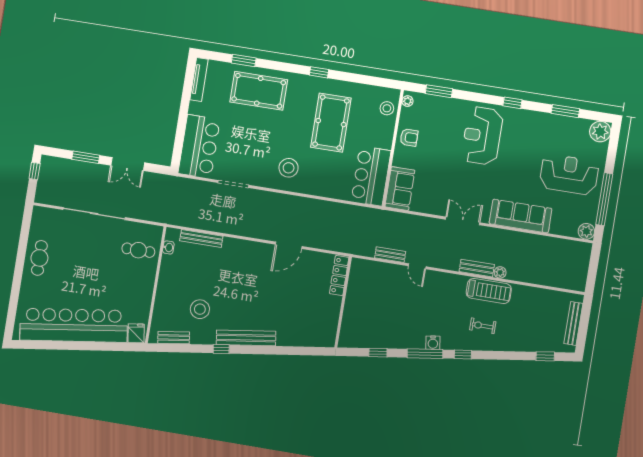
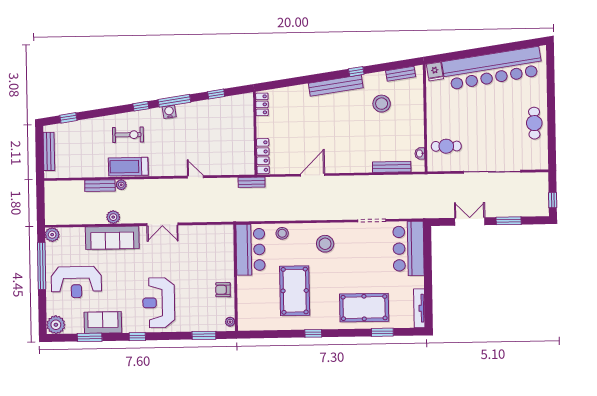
stool: (387, 108) -> (282, 233), moved
reception desk: (482, 136) -> (159, 303), turned 180
sofa: (400, 189) -> (103, 323), moved, turned 90
plant: (515, 239) -> (113, 217), added
bench: (390, 255) -> (252, 182), moved
bench: (477, 268) -> (100, 186), moved
exercise bike: (483, 326) -> (128, 135), width x1.38, depth x1.39
locker: (330, 332) -> (262, 104), added

